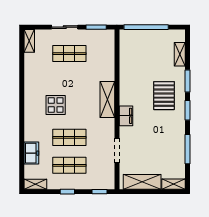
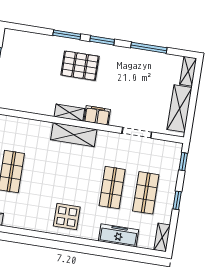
shelving: (180, 54) -> (69, 113), moved
display table: (56, 105) -> (67, 217), moved
freezer: (31, 153) -> (118, 235), width x1.40

